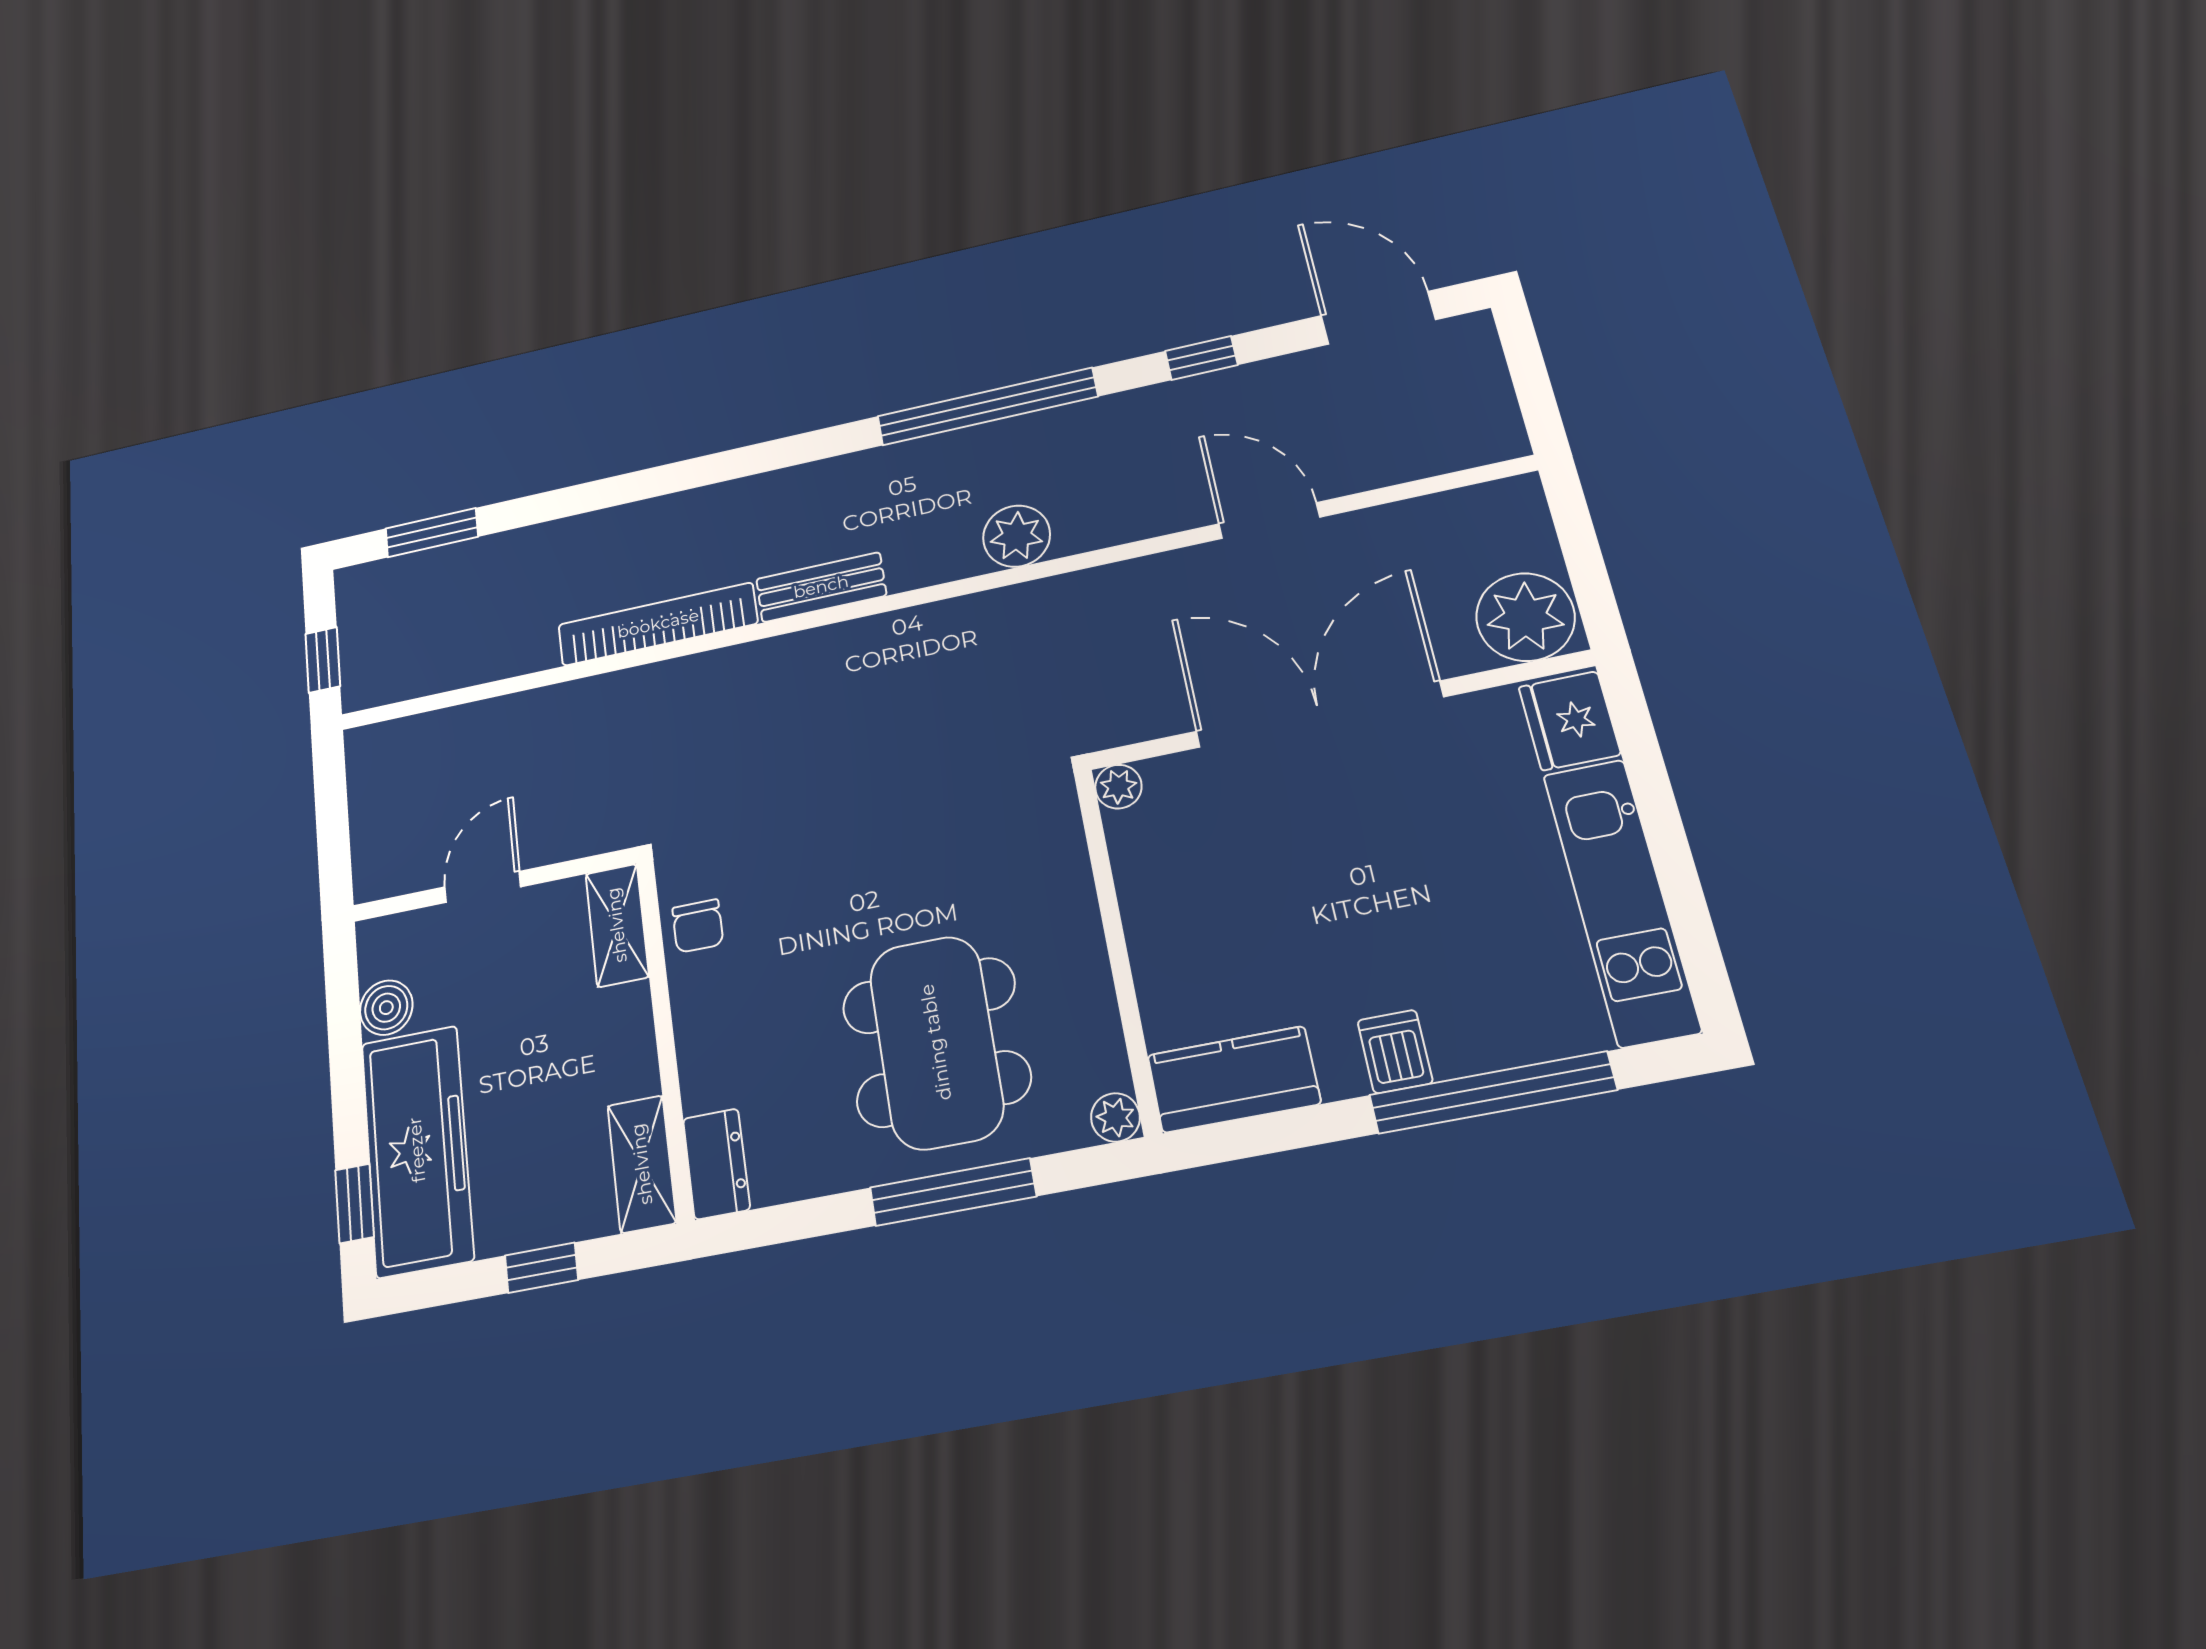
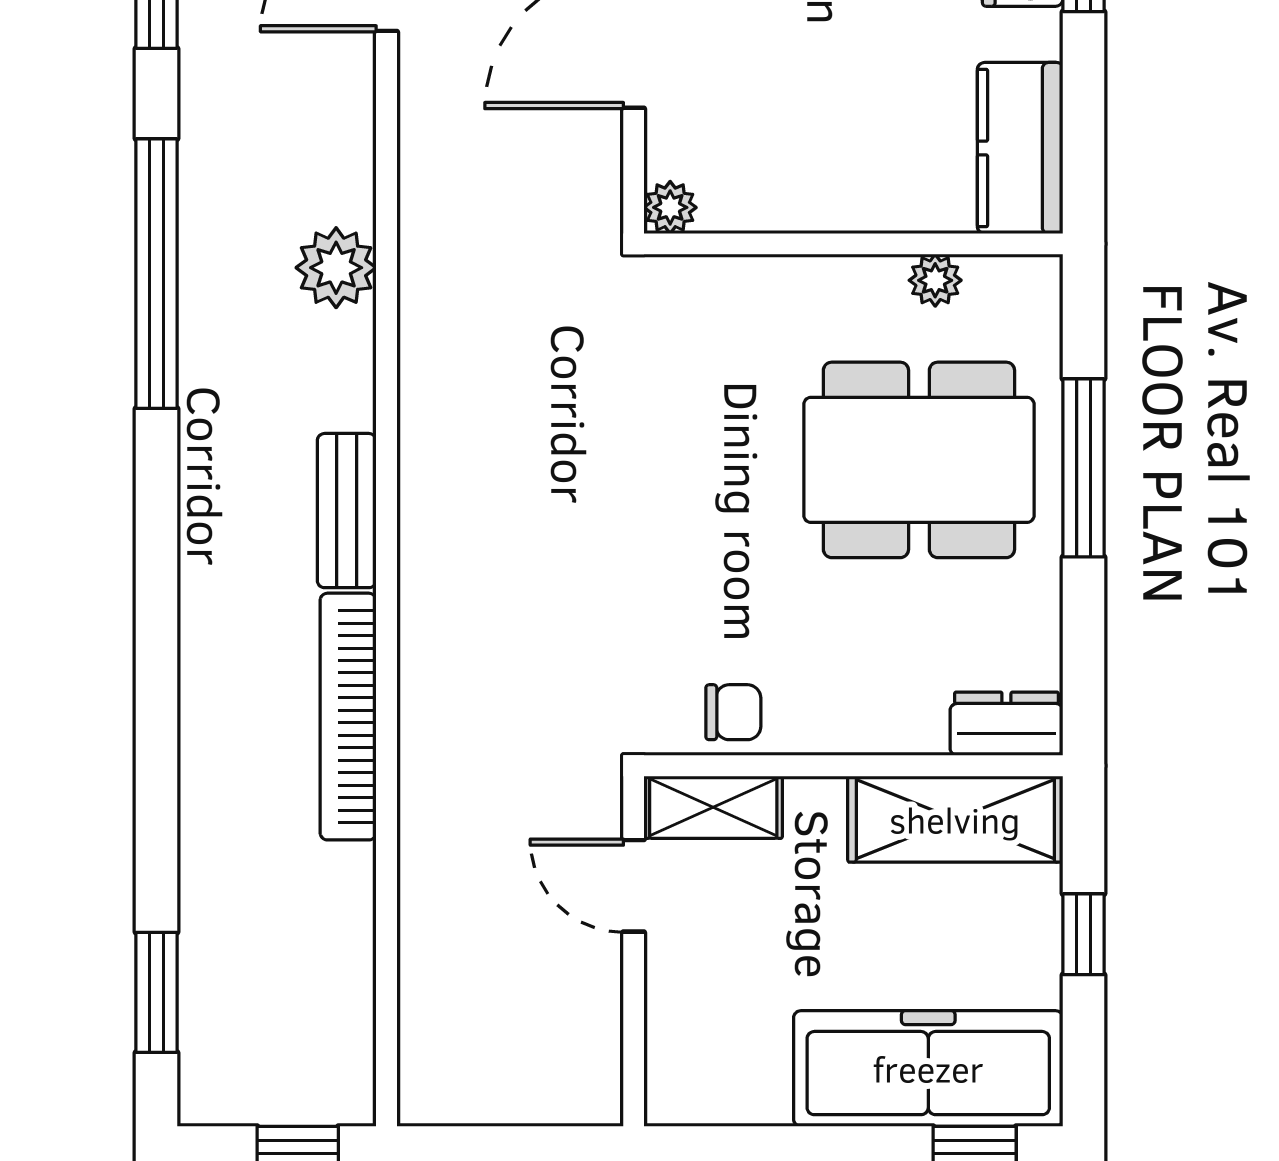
door: (483, 887) -> (634, 886), moved
boiler: (386, 1008) -> (756, 1094), removed
plant: (1115, 1117) -> (935, 280), moved
shelving: (642, 1164) -> (955, 819), width x1.50, depth x1.33

